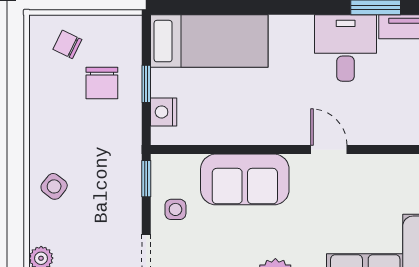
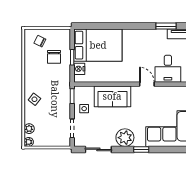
bed: (209, 41) -> (98, 45), width x1.50
desk: (346, 48) -> (168, 69), moved, turned 180

